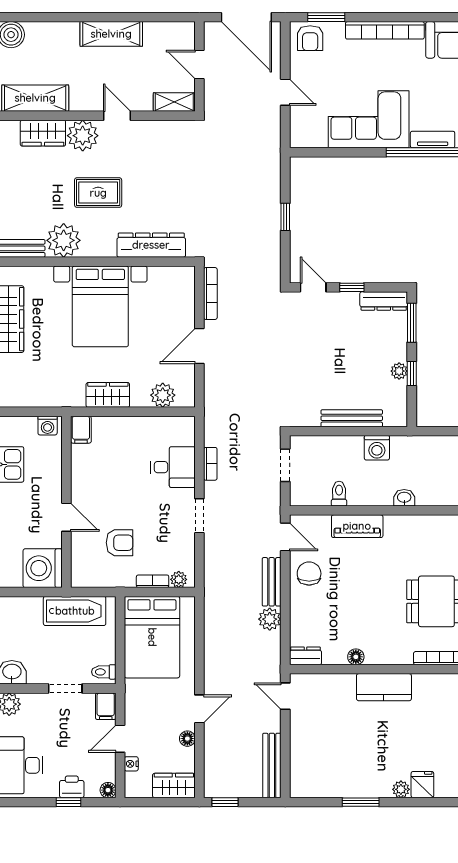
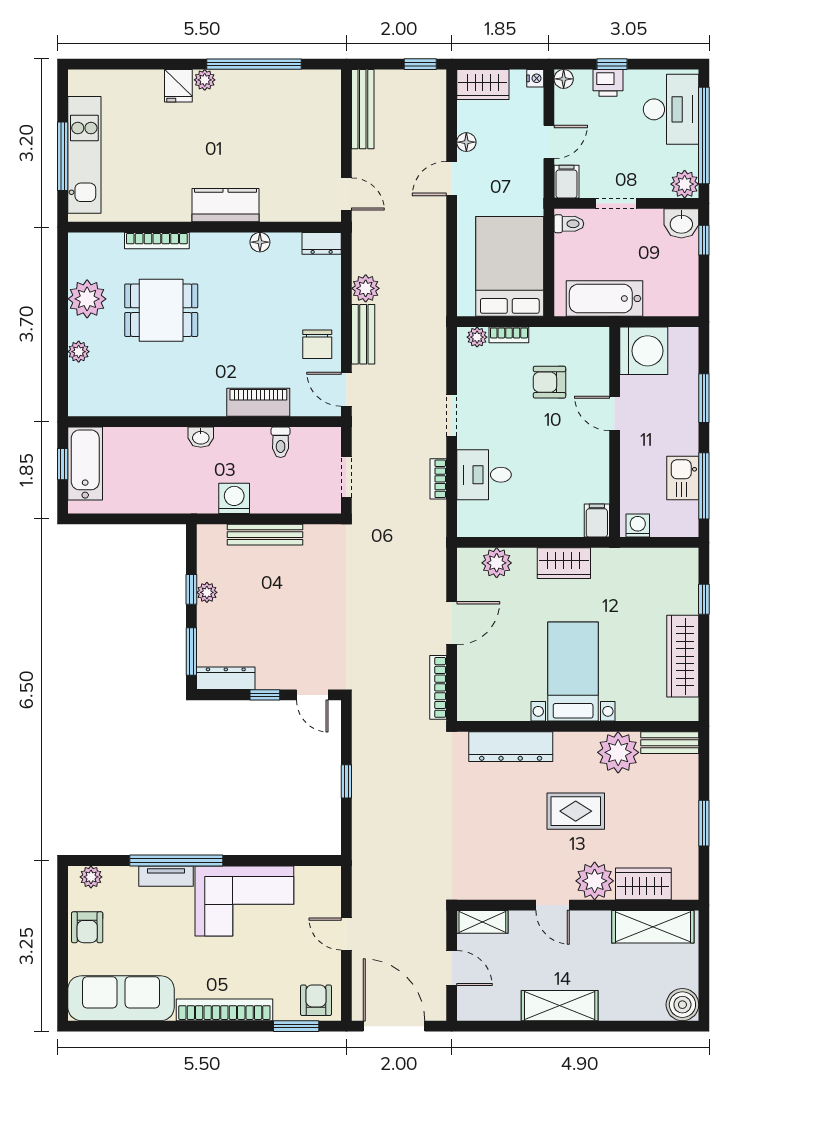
bed with nightstands: (100, 306) -> (573, 672), width x0.73
nightstand: (131, 764) -> (535, 78), moved
window: (361, 802) -> (254, 64), width x2.11

